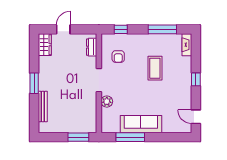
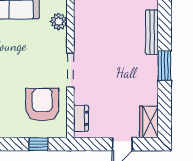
armchair: (118, 57) -> (42, 105), width x1.88, depth x1.88
plant: (107, 102) -> (59, 22), moved

